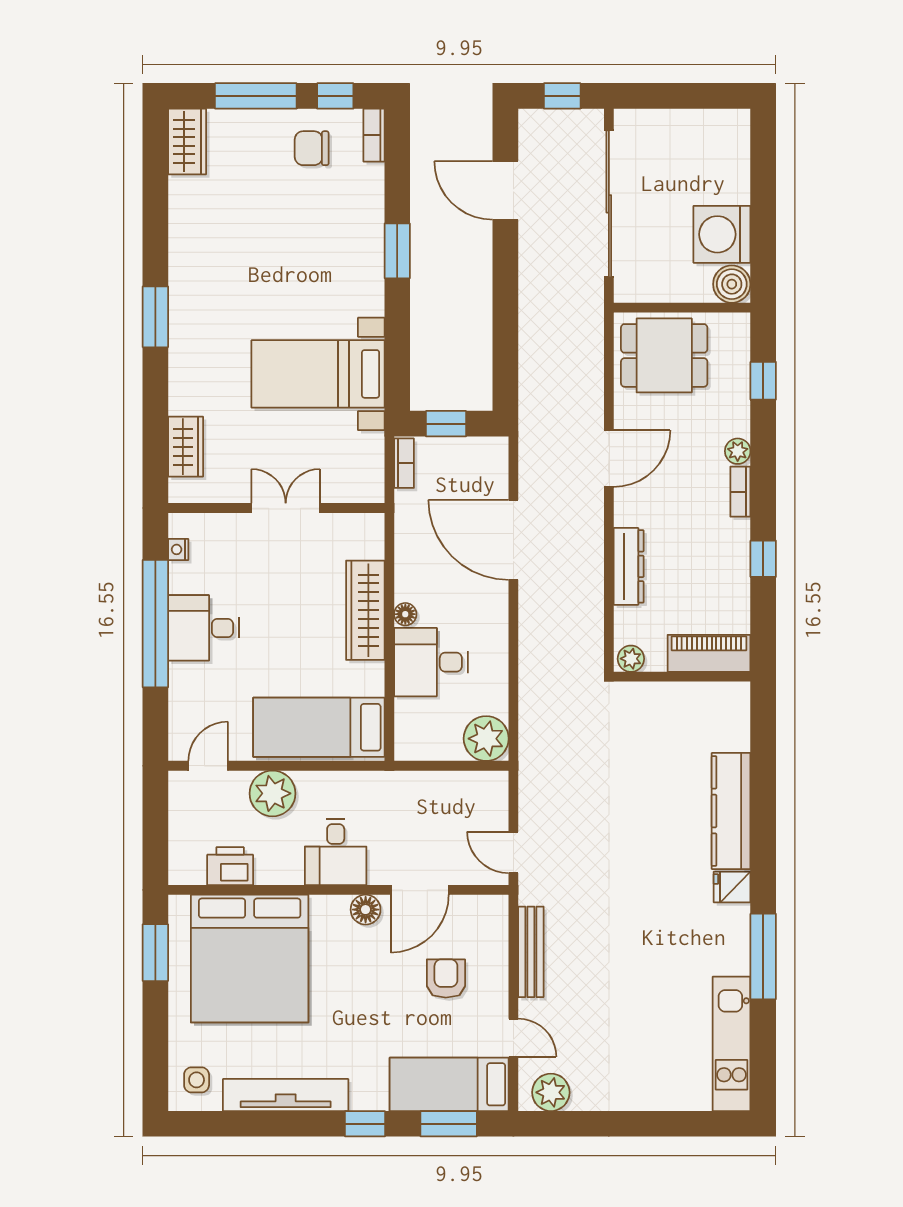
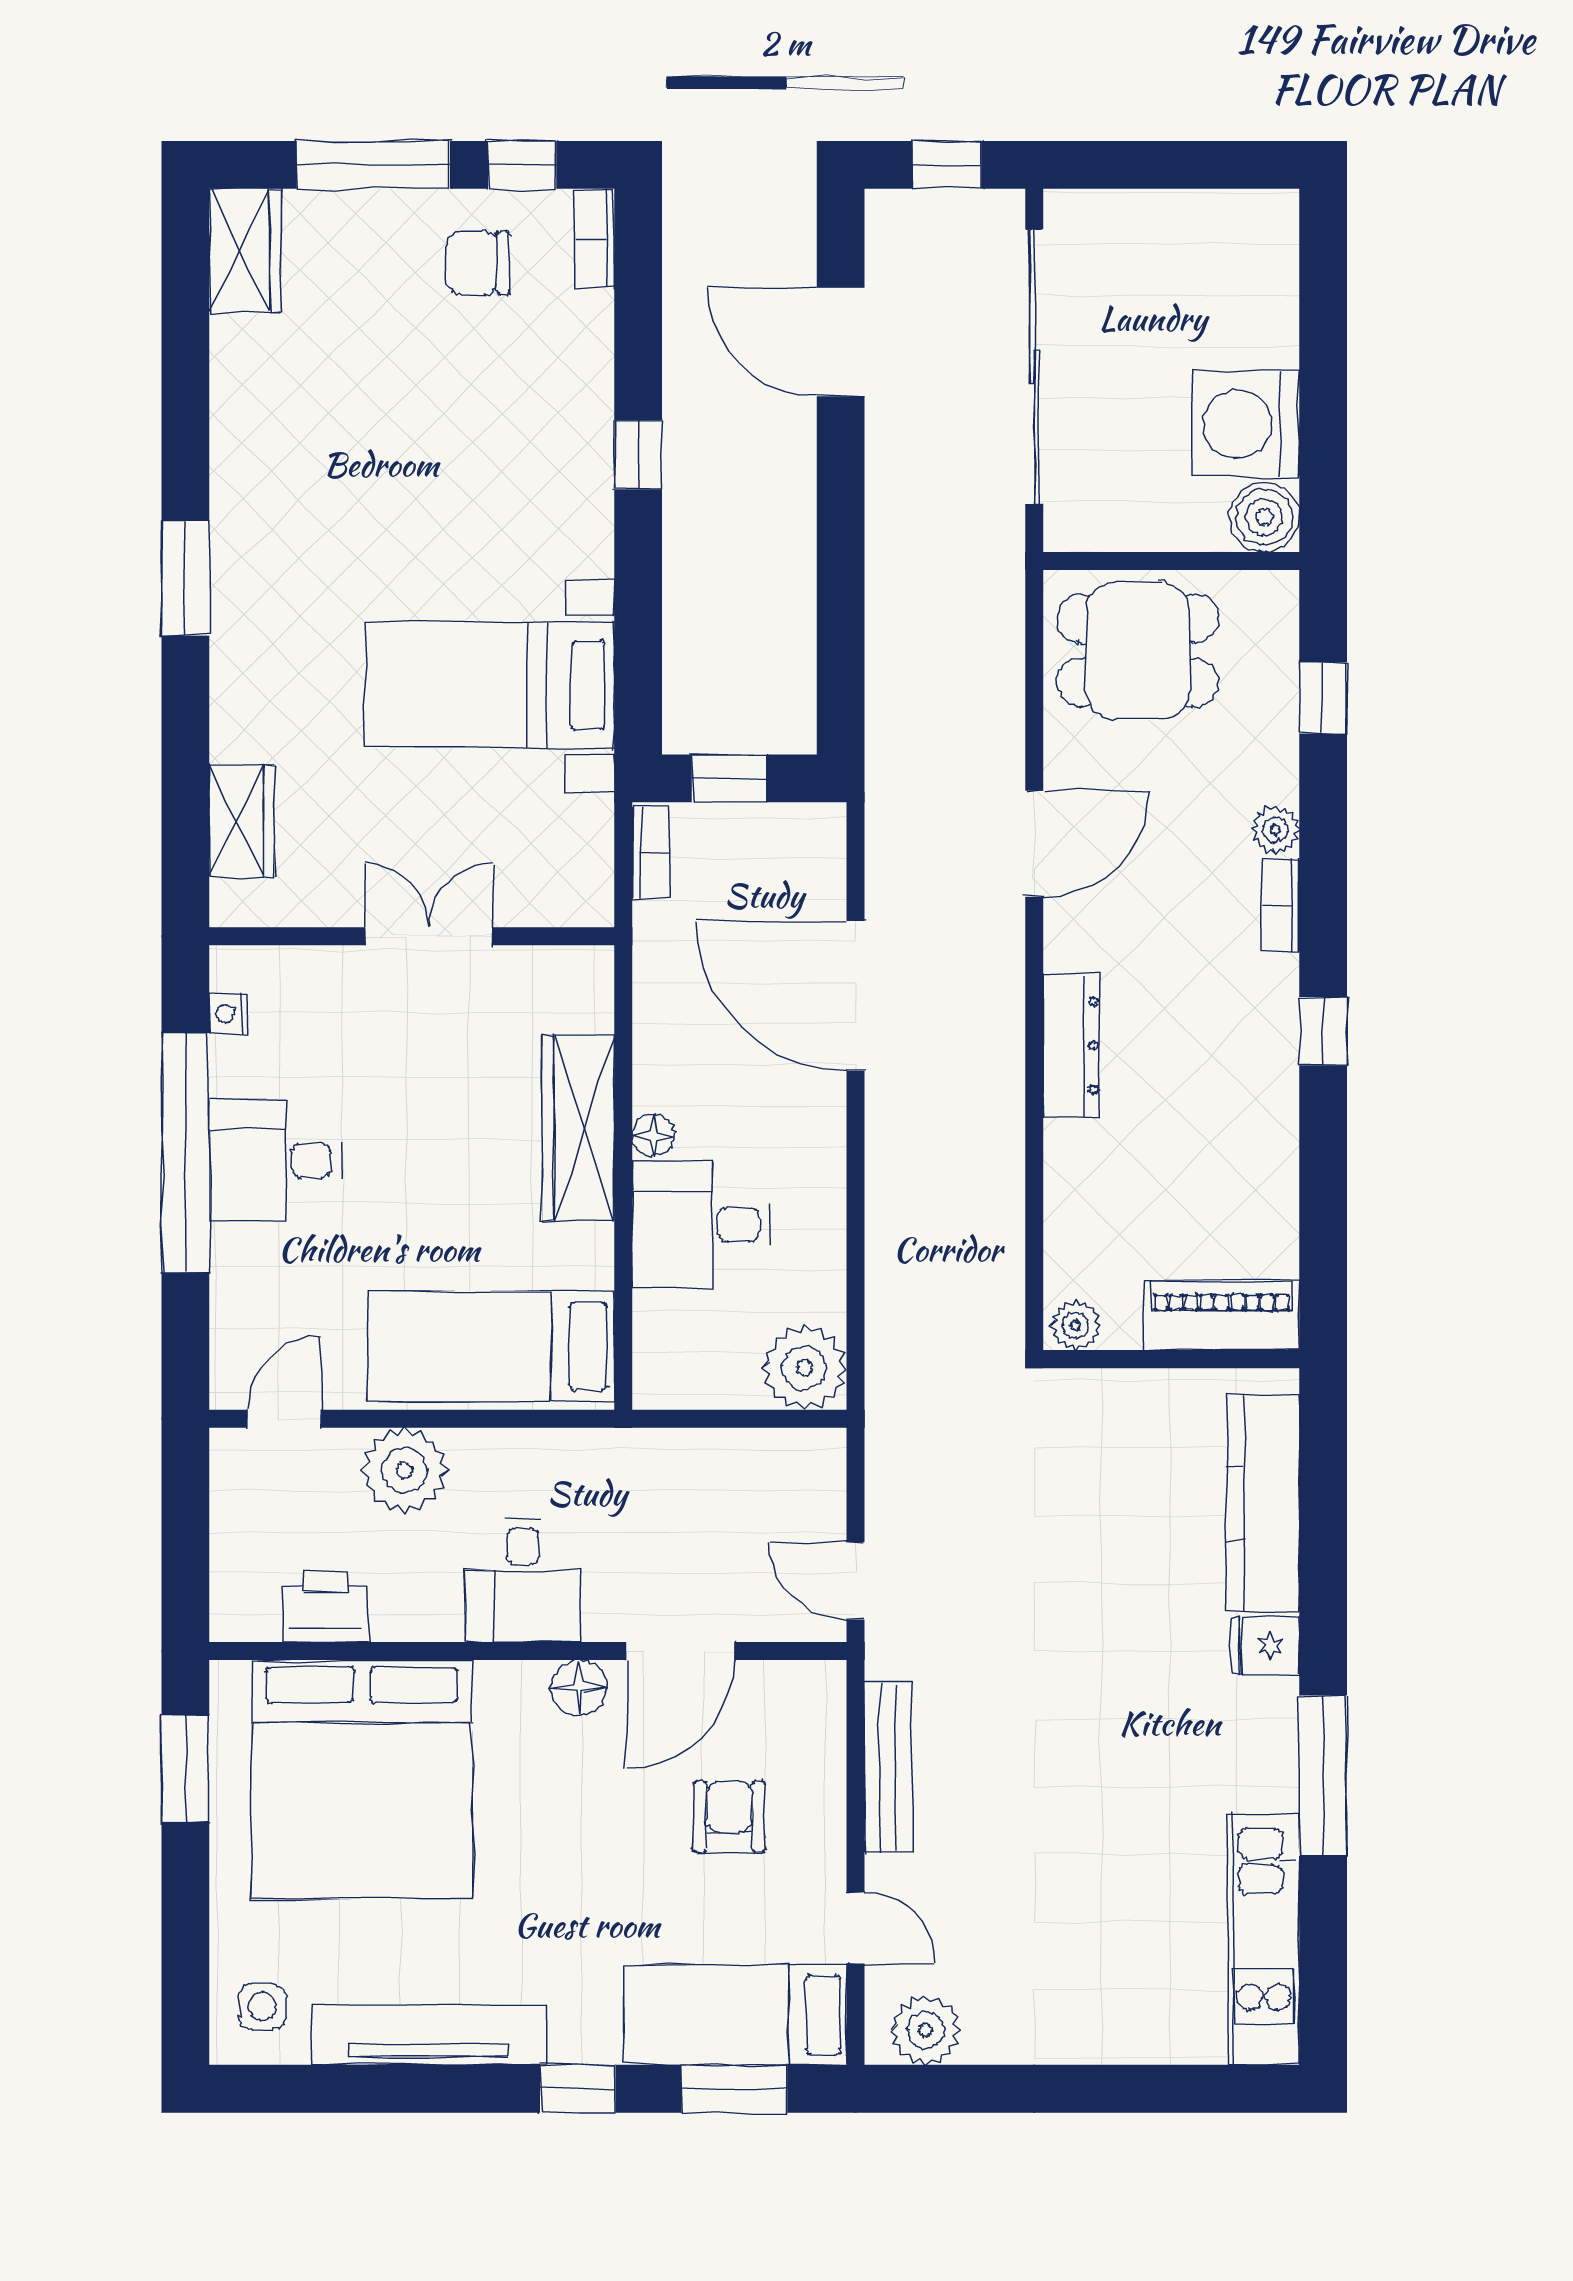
window: (397, 251) -> (638, 455), width x0.67
piano: (709, 653) -> (1222, 1316), moved
plant: (631, 659) -> (1075, 1326), moved
wall: (682, 677) -> (1171, 1359), moved

